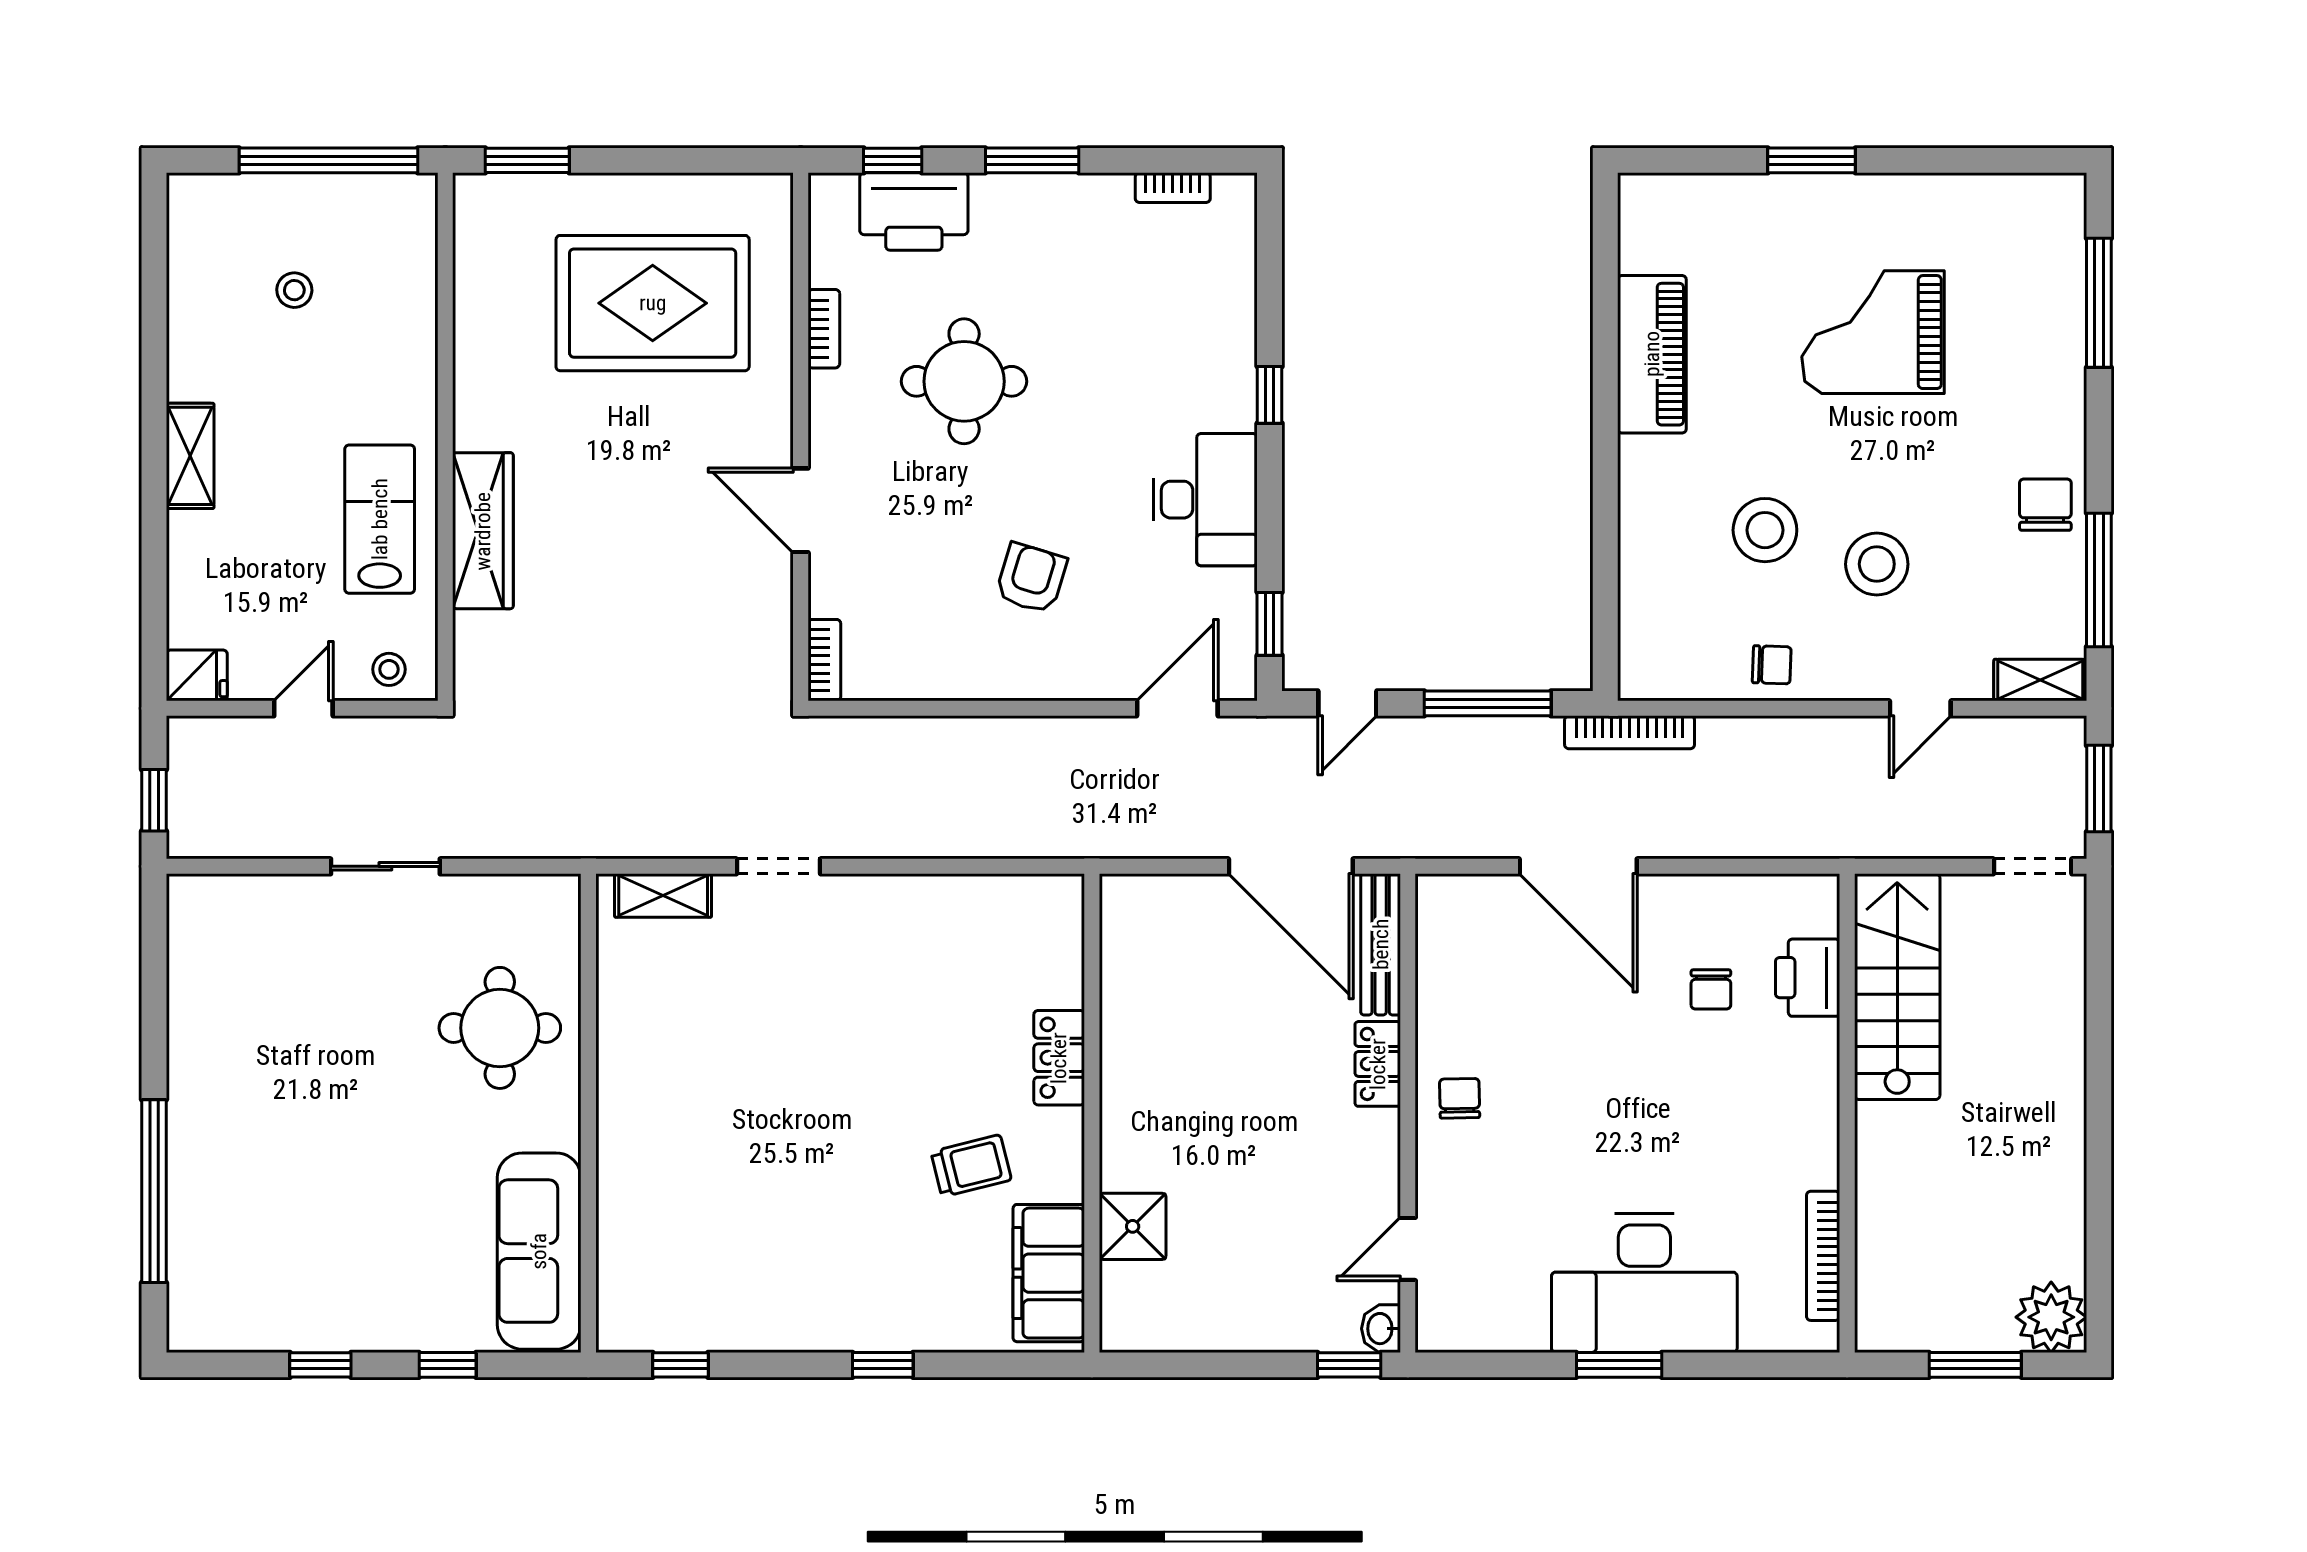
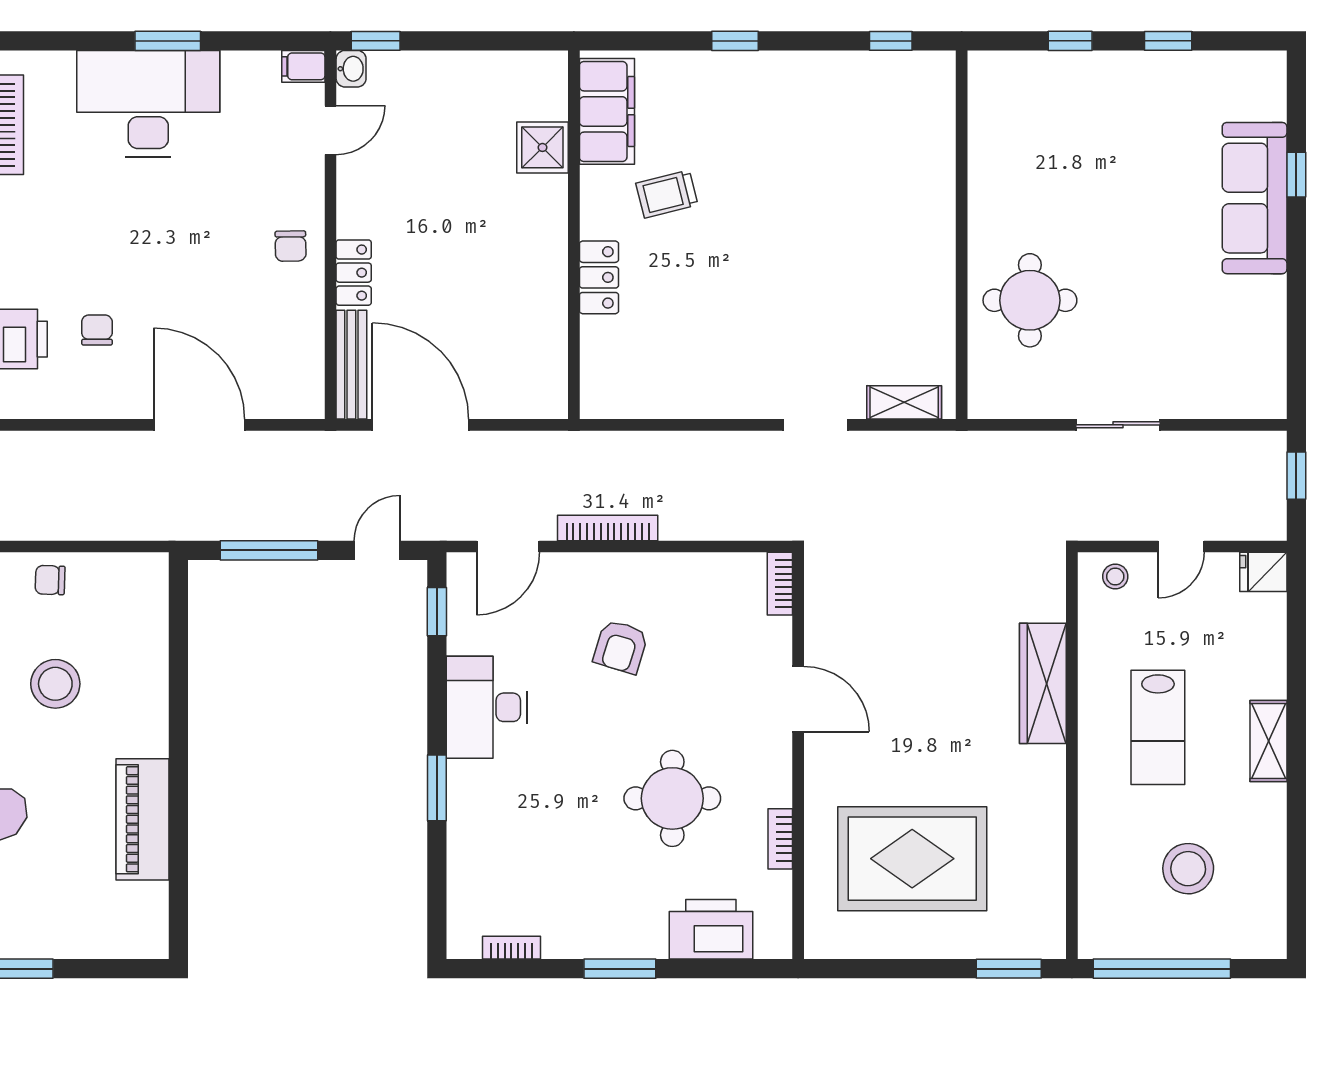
window: (893, 160) -> (727, 969), removed
stool: (294, 290) -> (1188, 869), width x1.89, depth x1.89
window: (1270, 395) -> (437, 788), width x1.50
lab bench: (380, 519) -> (1158, 727), moved
bookcase: (1630, 732) -> (608, 528), moved
window: (154, 1191) -> (1296, 175), width x0.32
sofa: (539, 1251) -> (1255, 198), moved, turned 180
filing cabinet: (1443, 1332) -> (303, 66), added

